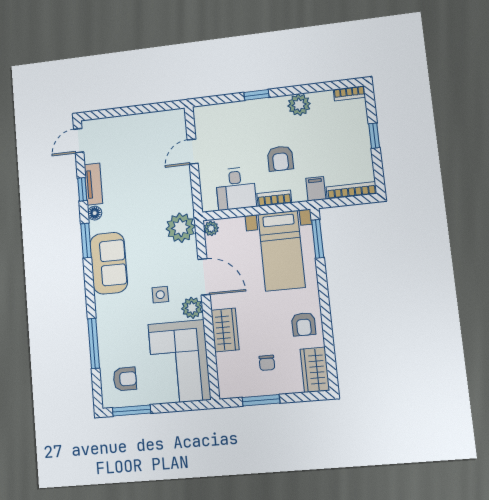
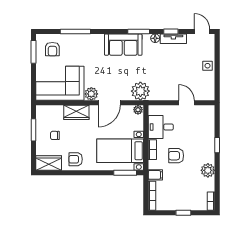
side table: (160, 295) -> (208, 66), moved

